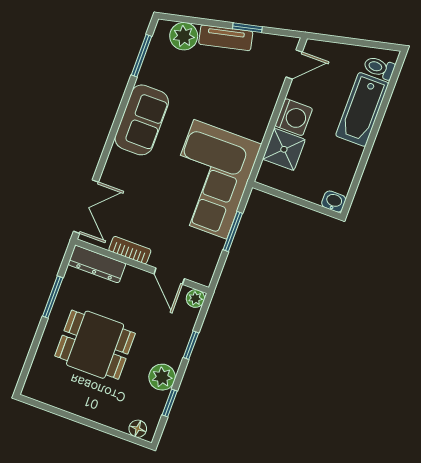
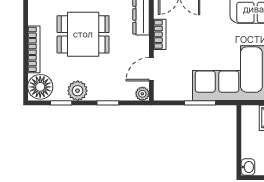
dining table: (95, 345) -> (83, 34), turned 90
bookcase: (91, 412) -> (34, 49), added
floor lamp: (138, 429) -> (40, 87), width x1.89, depth x1.89

